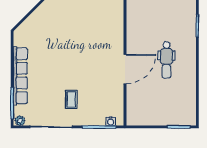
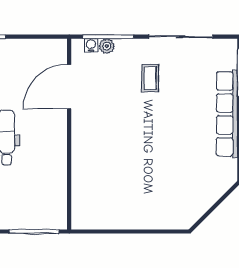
door: (125, 69) -> (69, 87), moved
plant: (20, 121) -> (107, 46), moved

